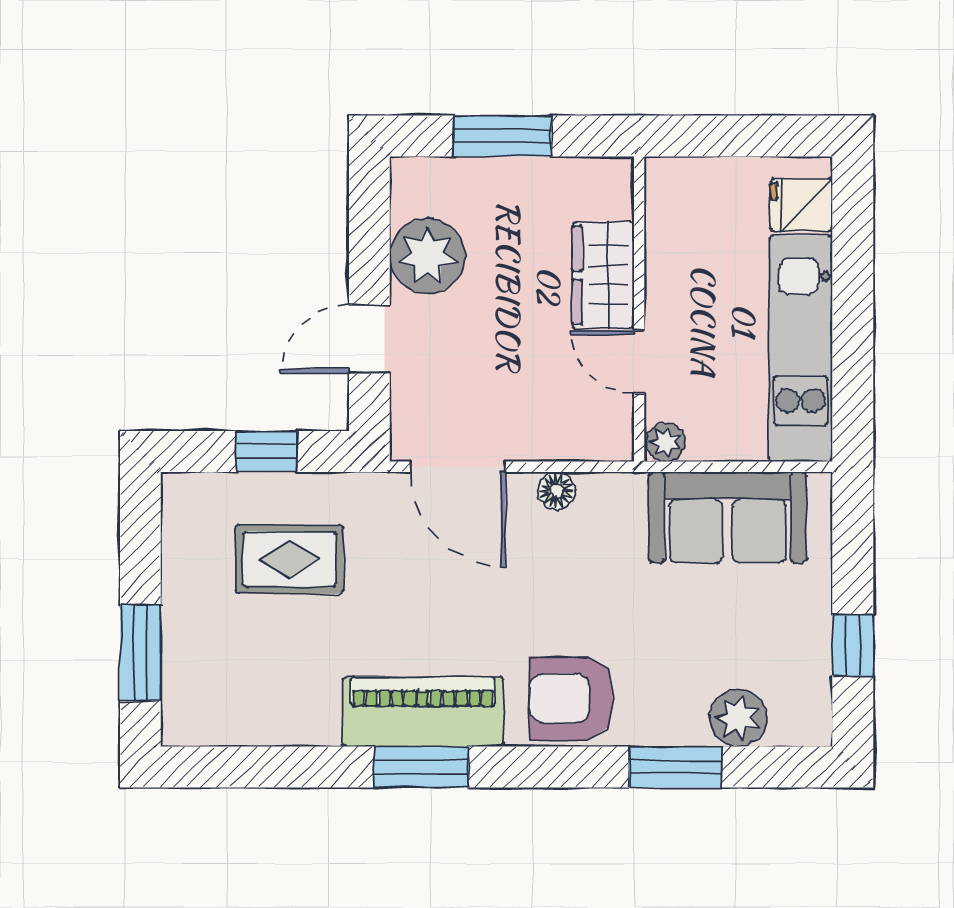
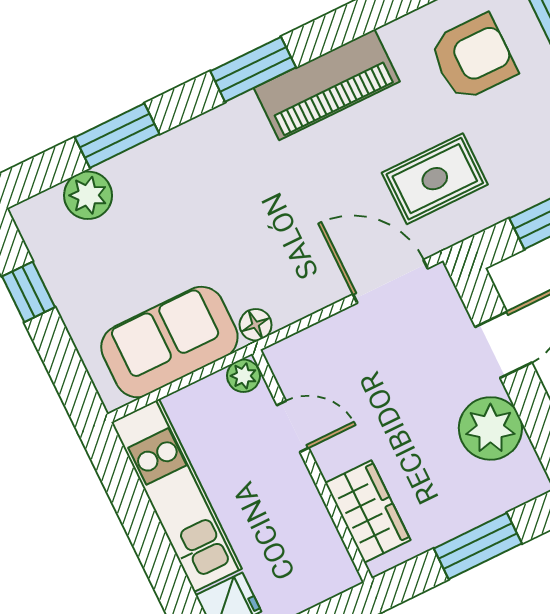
wardrobe: (603, 275) -> (368, 511), moved
floor lamp: (556, 491) -> (256, 325), moved
rug: (290, 559) -> (435, 179), moved
armchair: (571, 698) -> (473, 58), moved
window: (421, 767) -> (253, 69), moved

